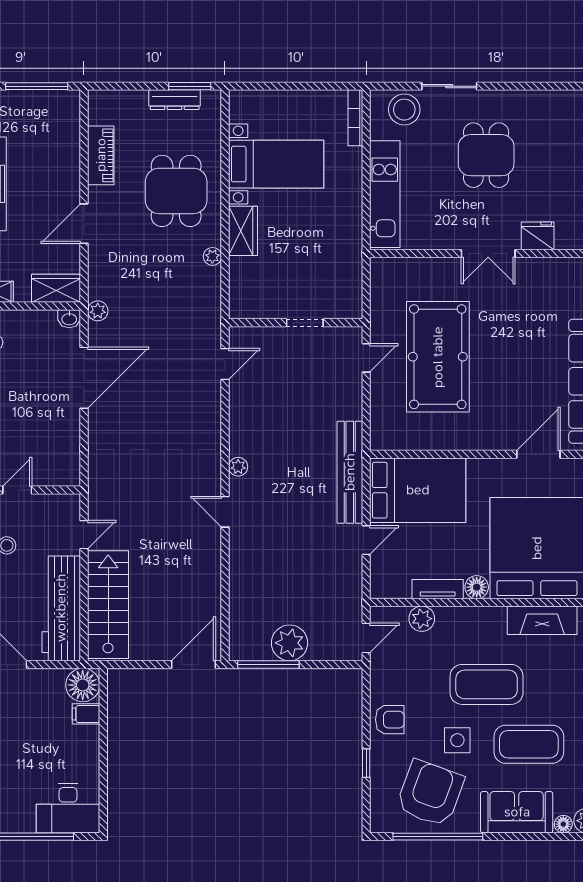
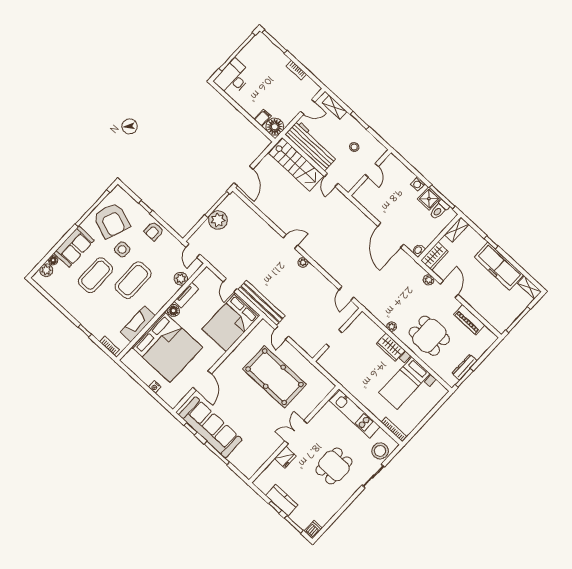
dining table: (486, 155) -> (334, 466), turned 90
plant: (98, 311) -> (429, 280), moved
door: (366, 358) -> (282, 333), moved

